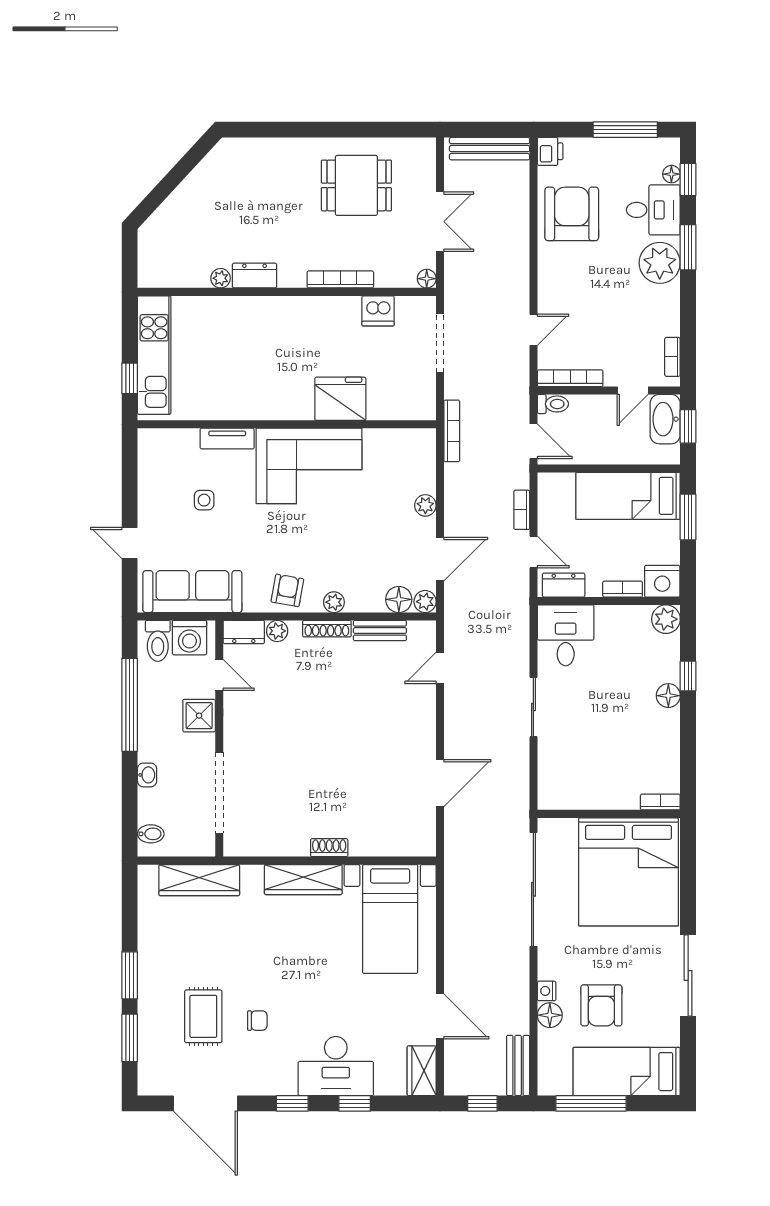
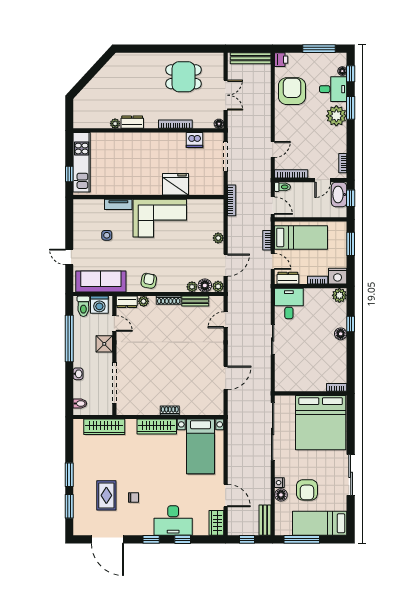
bed: (628, 496) -> (301, 237), moved, turned 180
plant: (334, 602) -> (192, 287), moved

